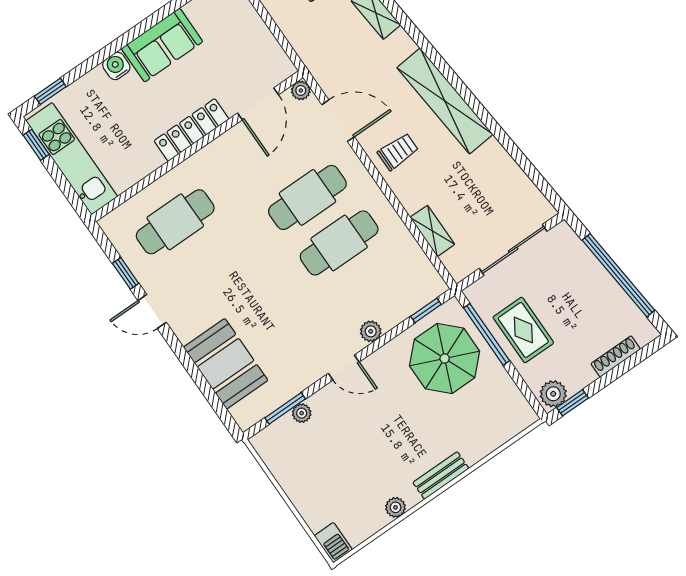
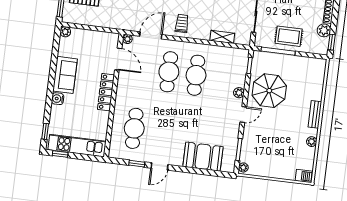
parasol: (445, 358) -> (269, 91), moved
plant: (553, 394) -> (324, 30), moved
plant: (302, 413) -> (243, 167), moved

